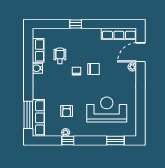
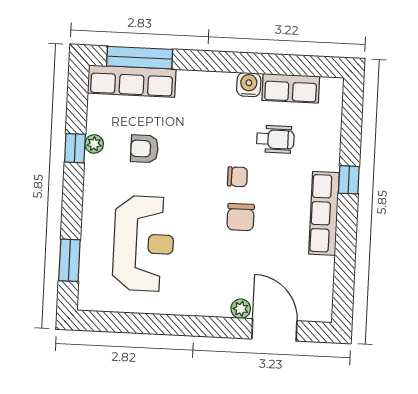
row of seats: (119, 34) -> (324, 213), moved

